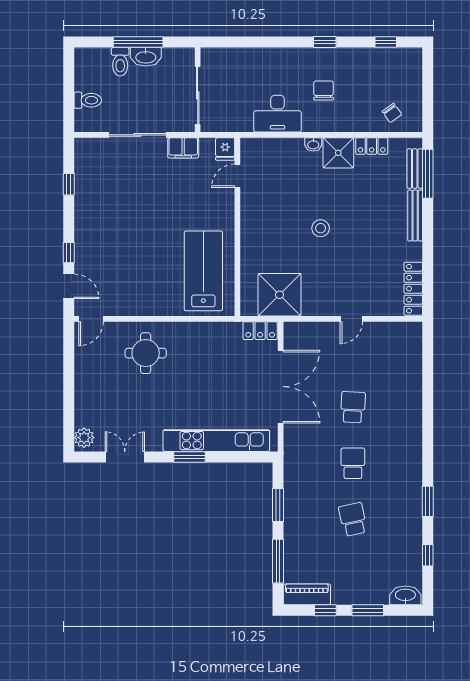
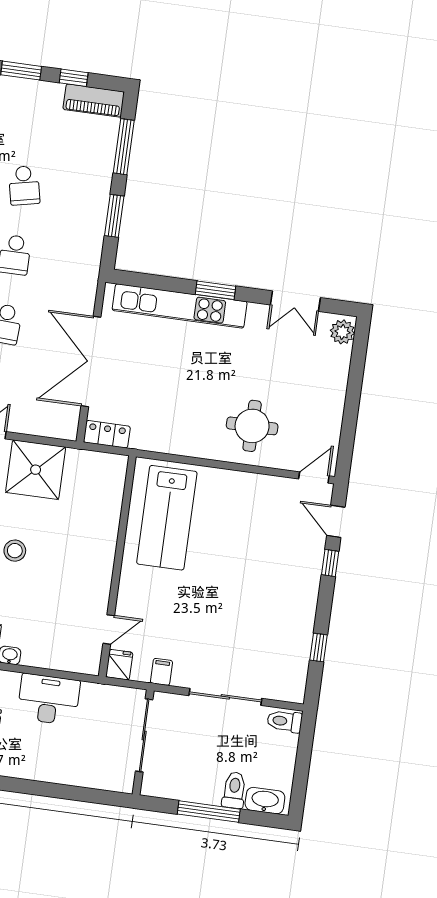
washbasin: (146, 57) -> (265, 801), moved
toilet: (88, 100) -> (285, 721), moved
filing cabinet: (183, 148) -> (161, 672), width x0.50
shower: (280, 295) -> (36, 470), moved

